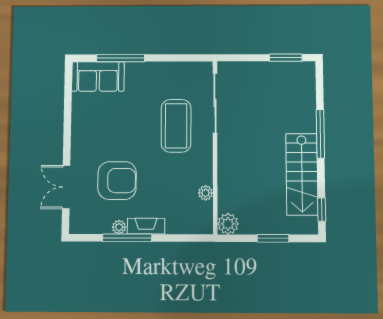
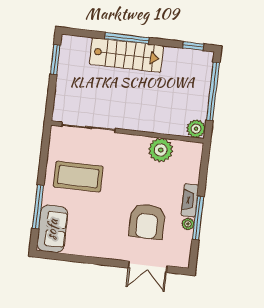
coffee table: (176, 126) -> (78, 177), moved
stairs: (302, 174) -> (126, 55), moved
armchair: (117, 181) -> (147, 221), turned 180
plant: (206, 193) -> (161, 150), width x1.88, depth x1.88
window: (273, 238) -> (213, 91), width x2.11

